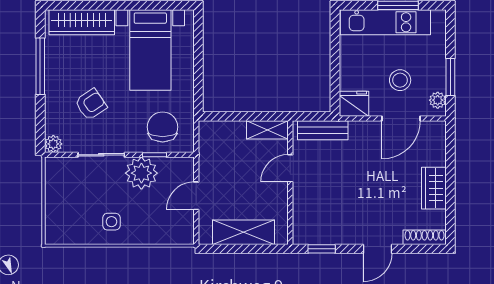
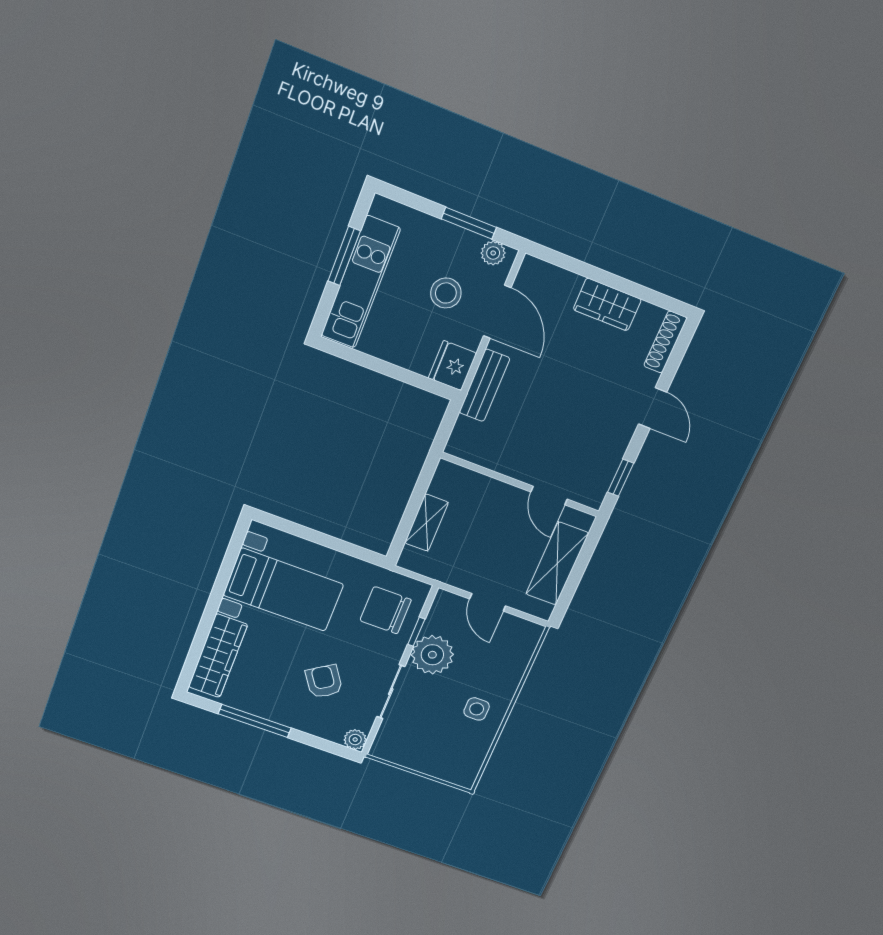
shelving: (267, 130) -> (427, 523), moved
bench: (323, 130) -> (484, 385), moved
door: (290, 168) -> (549, 495), moved

